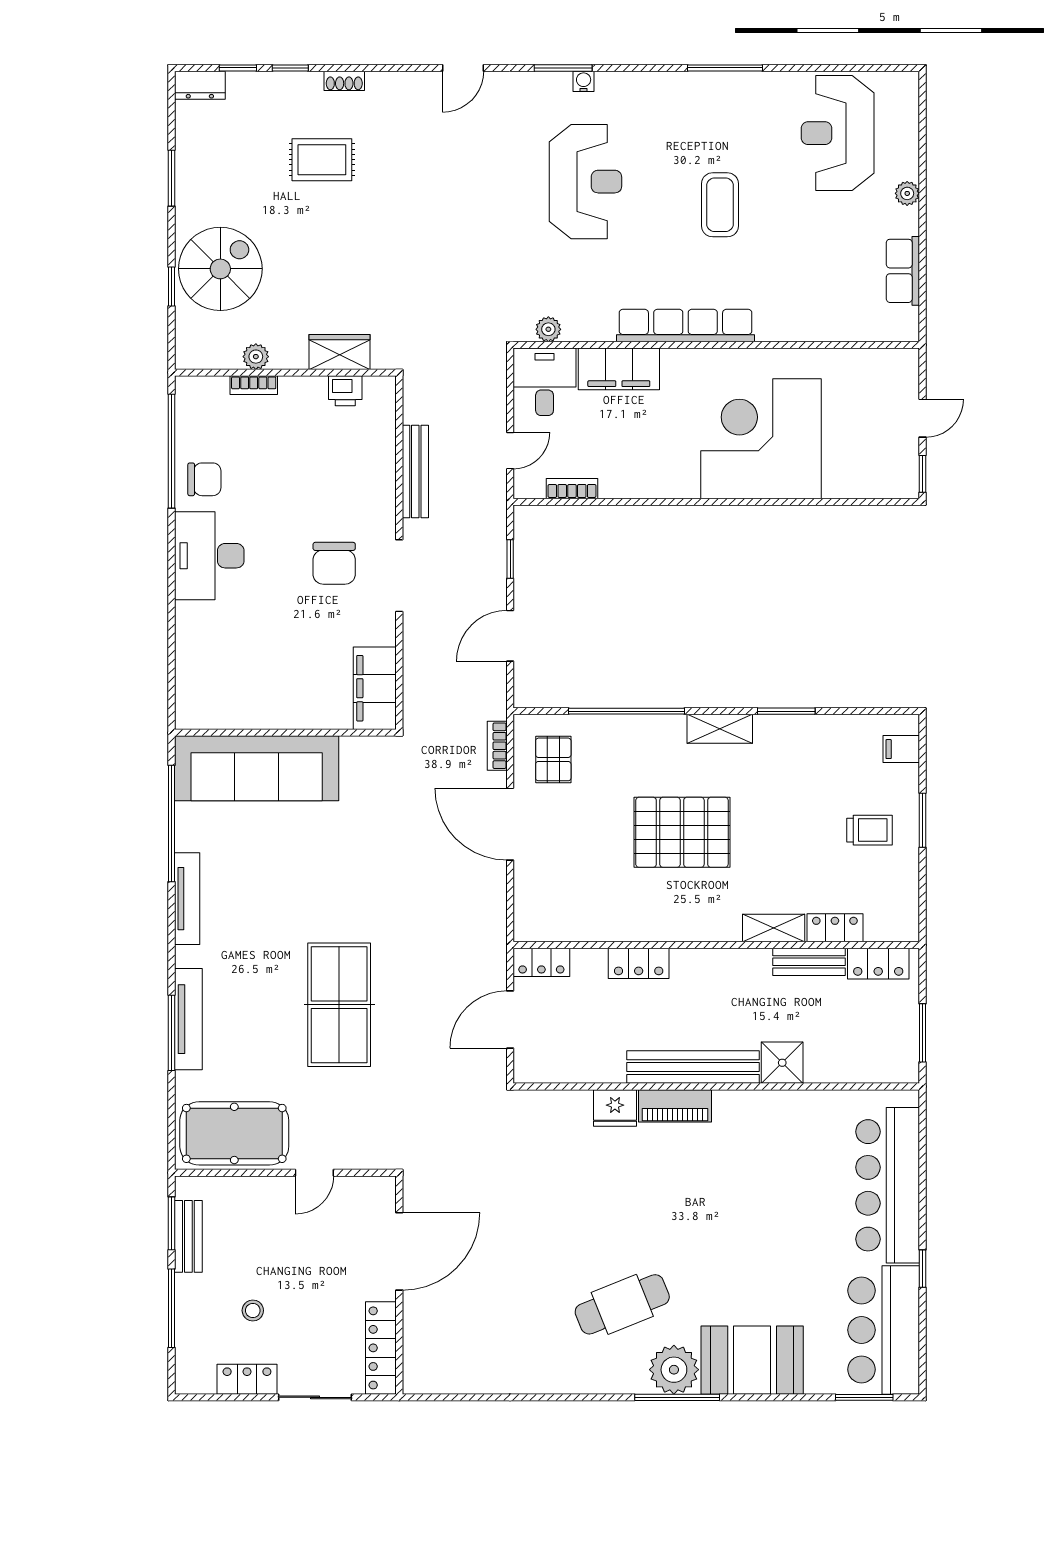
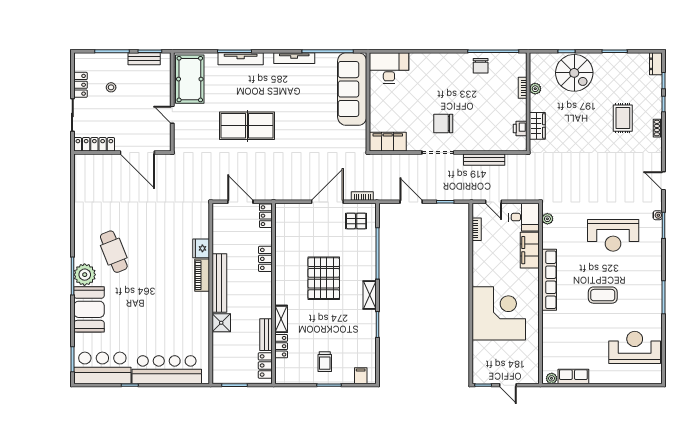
water cooler: (584, 81) -> (658, 215), moved
plant: (907, 193) -> (552, 378), moved
desk: (209, 556) -> (389, 68), moved

